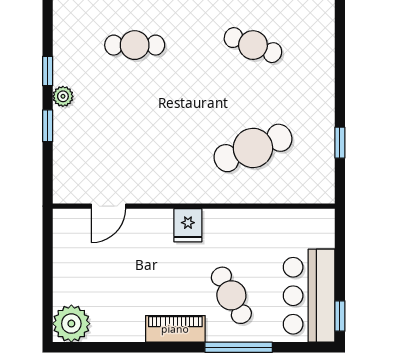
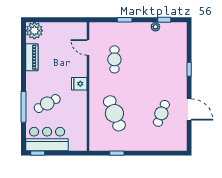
cafe table: (135, 45) -> (114, 59), moved
window: (48, 71) -> (164, 20), moved
plant: (63, 96) -> (155, 27), moved
piano: (175, 329) -> (32, 57), moved

